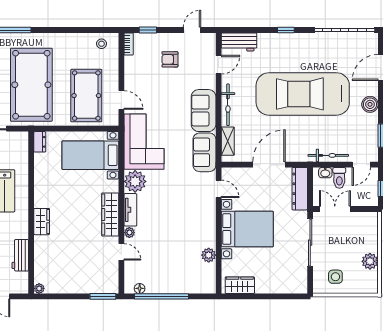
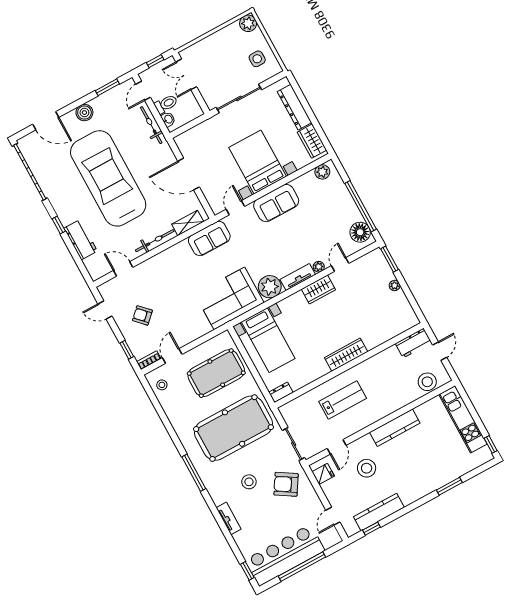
workbench: (239, 42) -> (81, 240), moved
armchair: (170, 59) -> (142, 315), turned 136
car: (303, 94) -> (108, 178), turned 180
door: (121, 100) -> (172, 356), moved
sofa: (204, 111) -> (276, 203), moved
door: (361, 165) -> (143, 91), swing flipped
dresser: (300, 189) -> (295, 107), moved, turned 90
double door: (335, 209) -> (186, 74), moved
wardrobe: (110, 214) -> (318, 289), width x0.67
wardrobe: (42, 222) -> (346, 355), width x1.50
workbench: (20, 255) -> (413, 343), moved
plant: (209, 255) -> (322, 172), moved
plant: (370, 261) -> (248, 23), moved
plant: (39, 288) -> (395, 286), moved
floor lamp: (140, 288) -> (360, 232), width x1.89, depth x1.89

